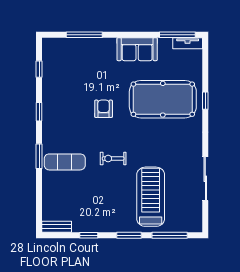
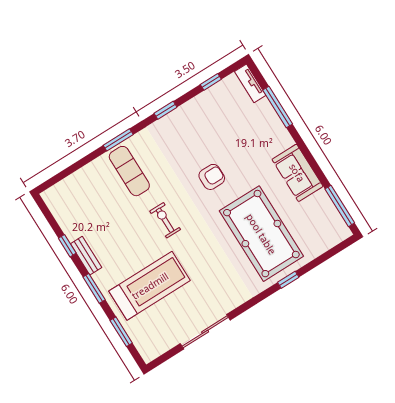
tv unit: (188, 43) -> (250, 83), moved
bench: (57, 227) -> (86, 256), moved
window: (170, 235) -> (121, 332), width x0.69

